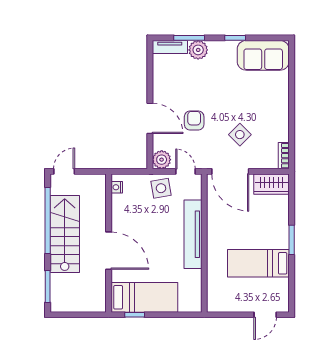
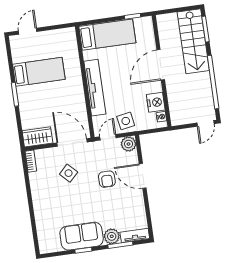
sofa: (263, 55) -> (82, 236), moved
door: (186, 171) -> (108, 137), swing flipped
nightstand: (121, 206) -> (156, 102), added
stairs: (65, 234) -> (193, 41), moved
door: (109, 251) -> (161, 65), hinge flipped
bed: (144, 297) -> (107, 35), moved, turned 180

